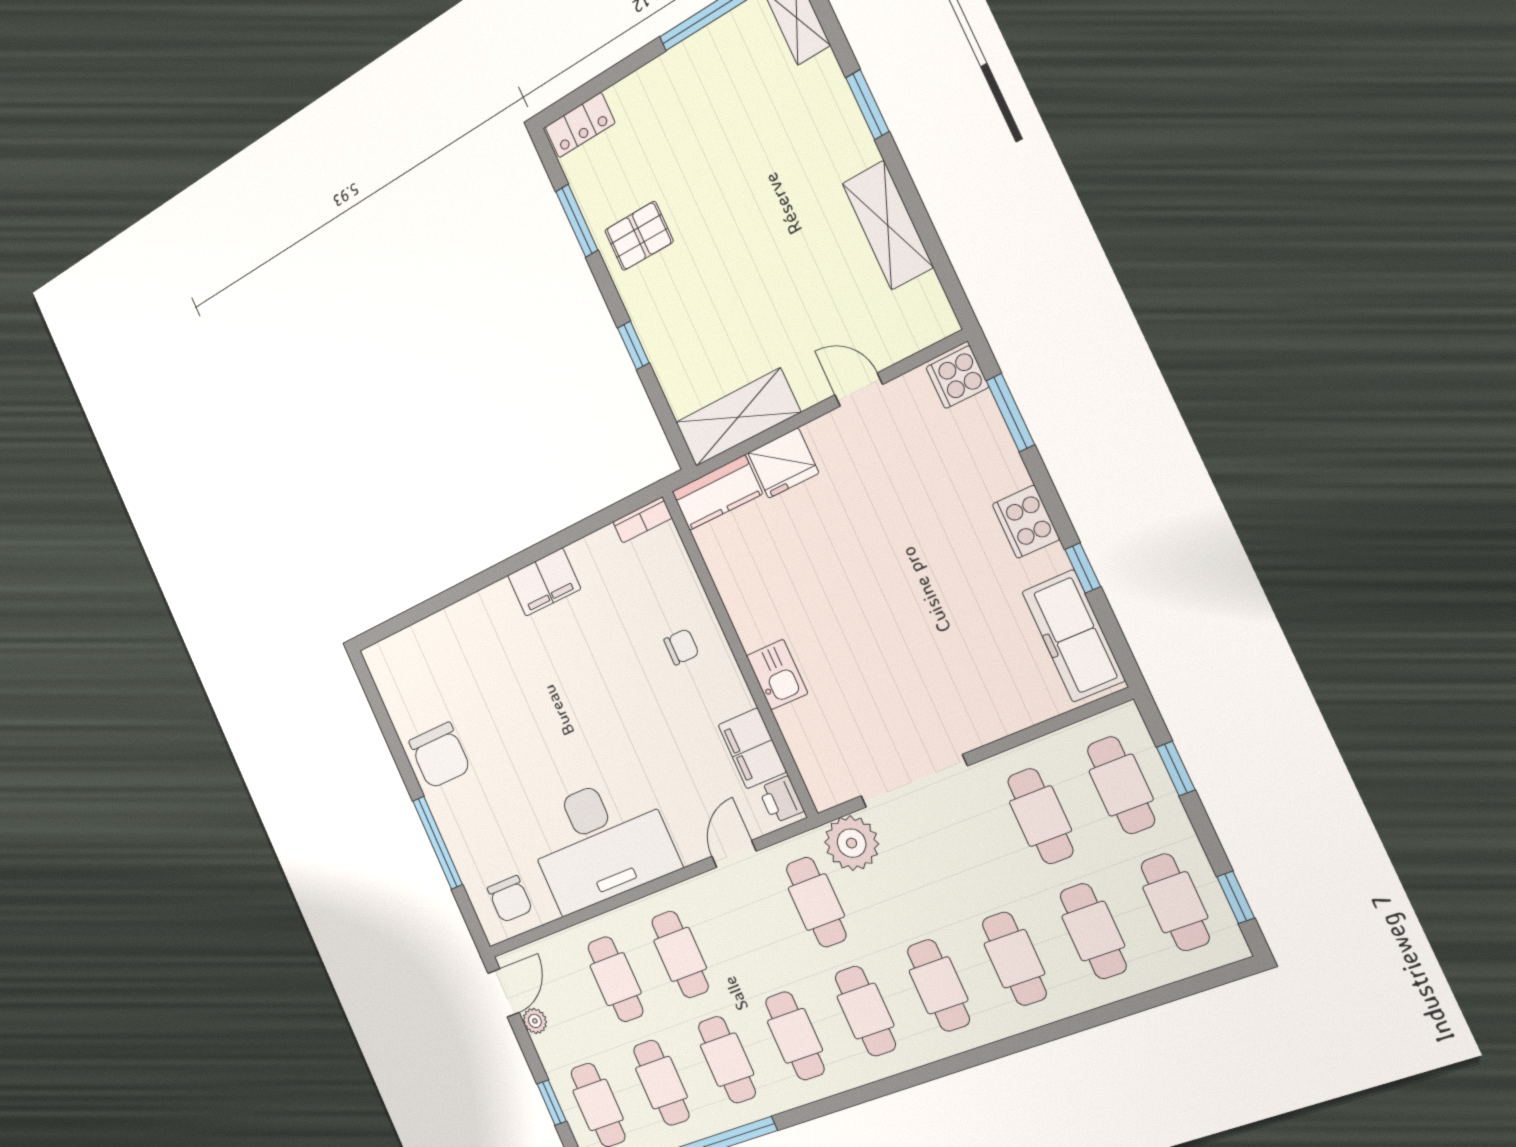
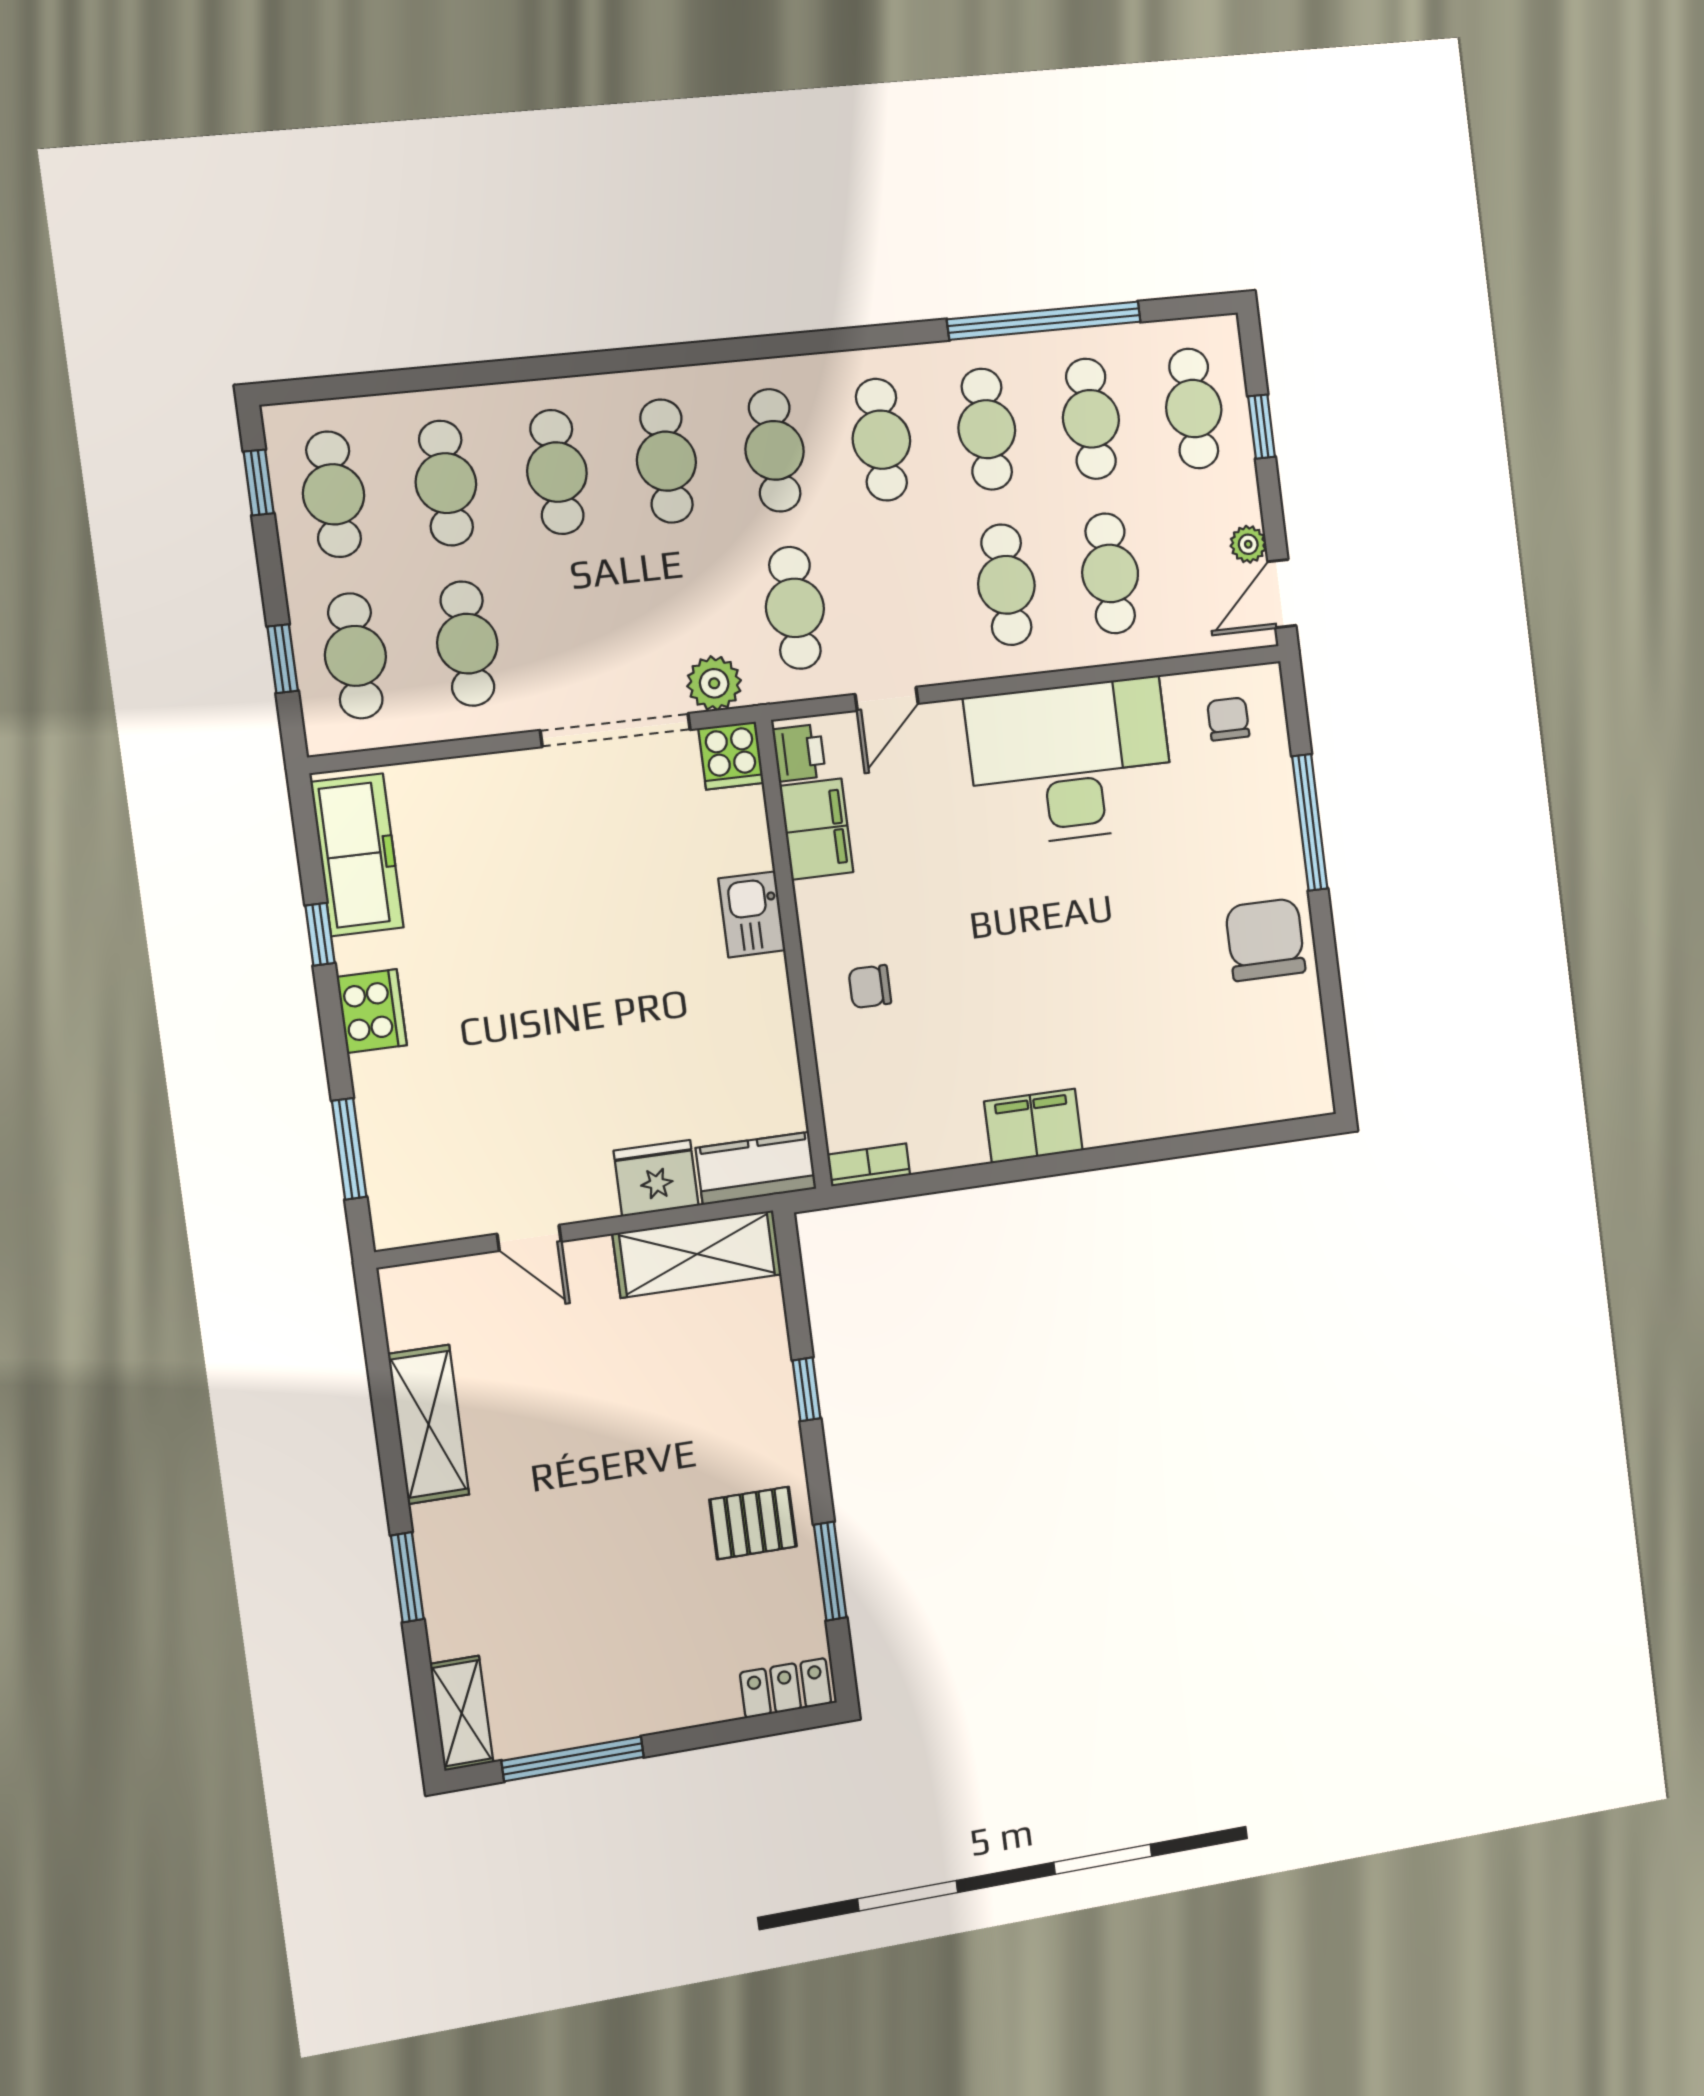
cooker: (957, 377) -> (731, 756), moved, turned 90
plant: (852, 843) -> (714, 683), width x0.73, depth x0.73
chair: (510, 899) -> (1228, 719), width x0.73, depth x0.73

